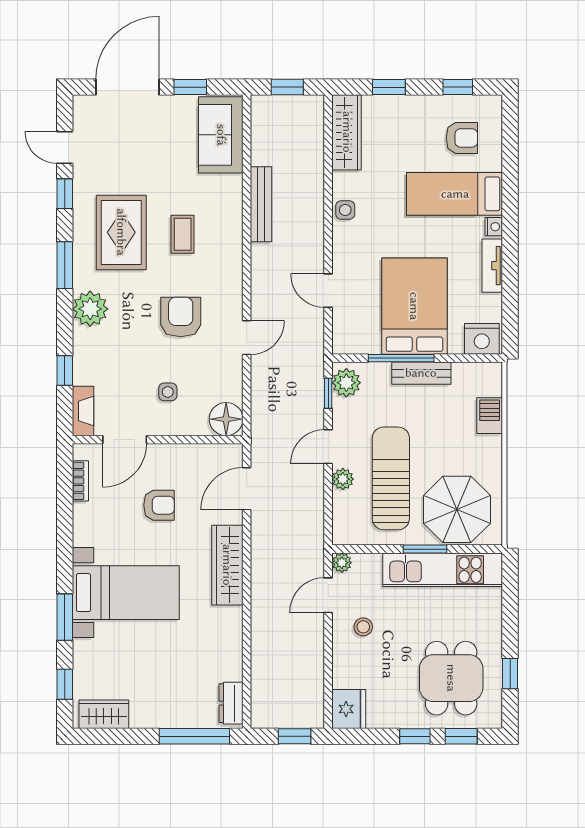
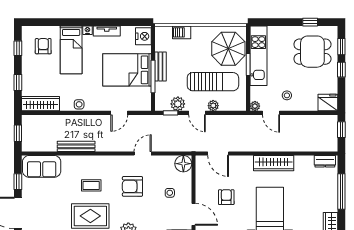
door: (247, 338) -> (143, 153), hinge flipped
plant: (346, 383) -> (178, 104), moved
sun lounger: (391, 478) -> (213, 82), turned 180
wardrobe: (227, 565) -> (274, 163), moved
window: (194, 736) -> (341, 191), moved

